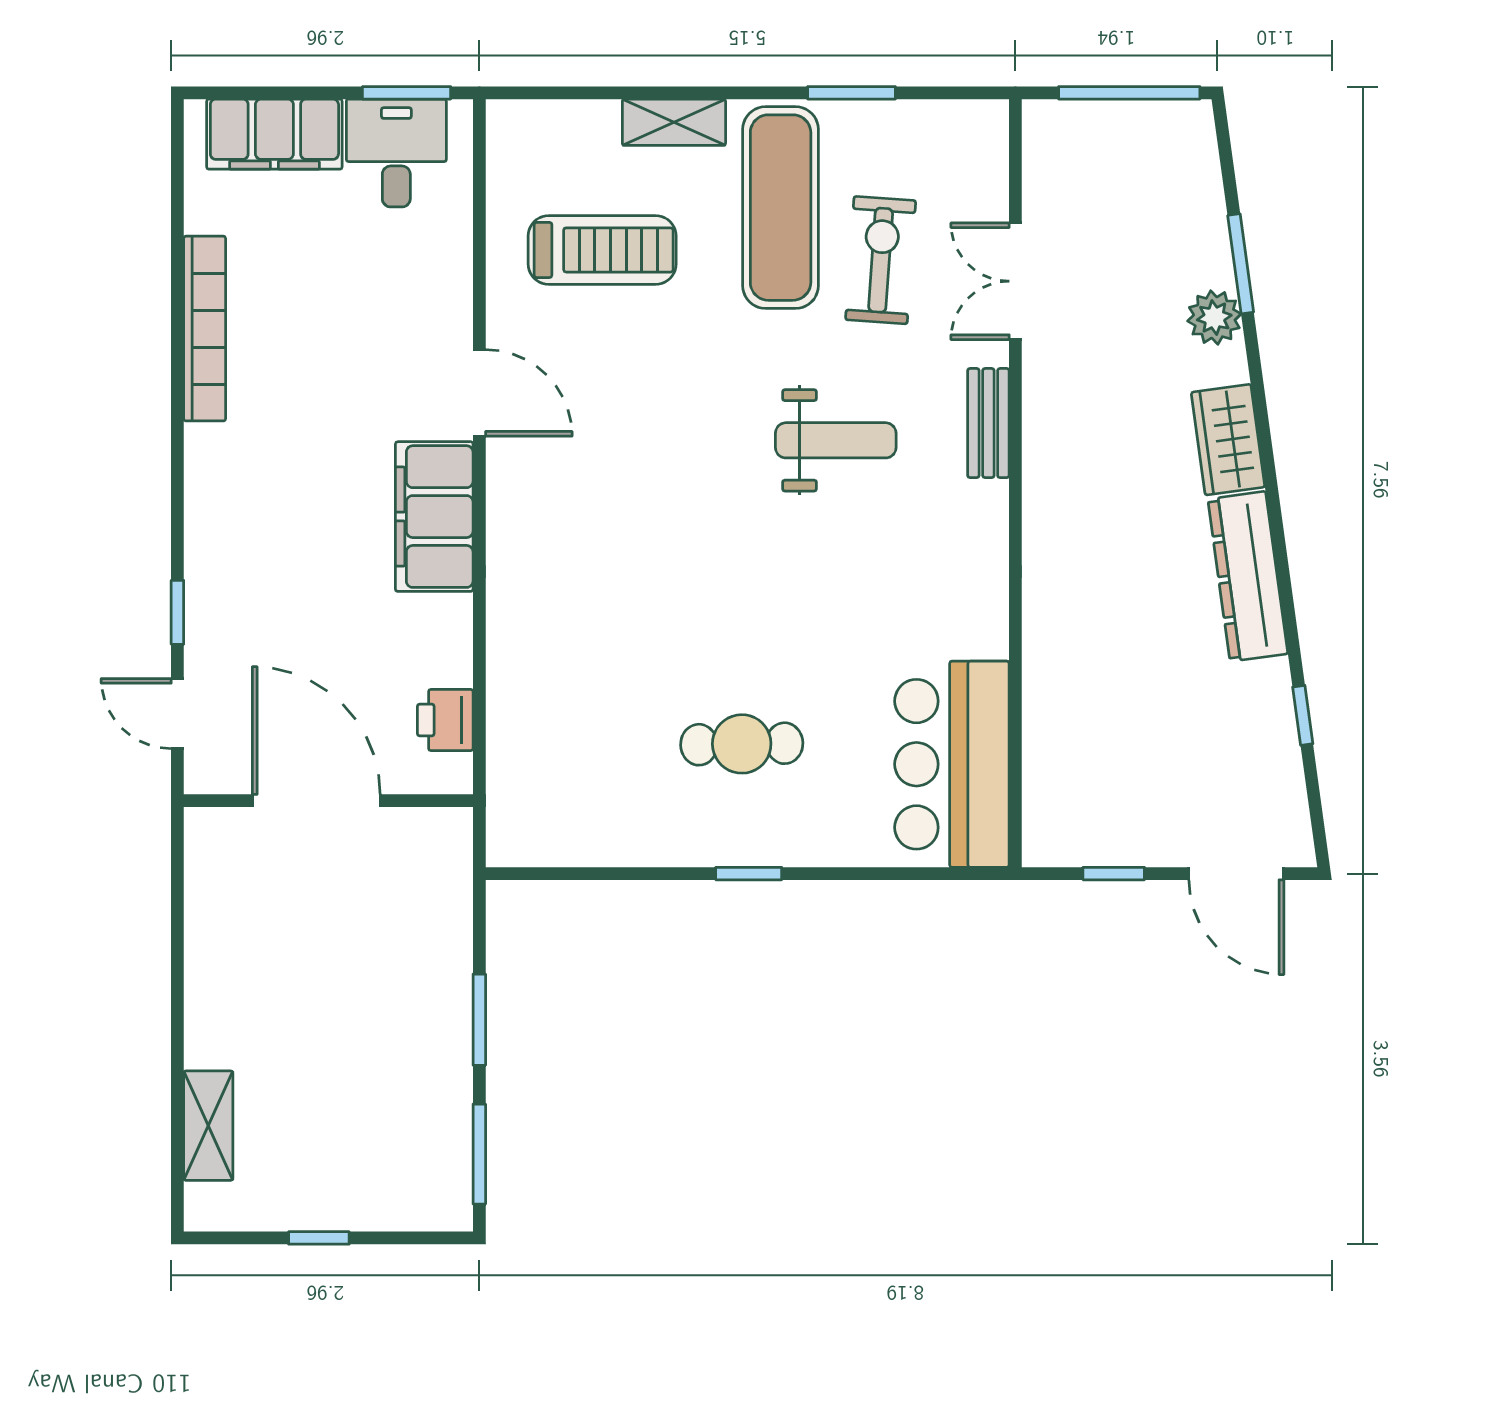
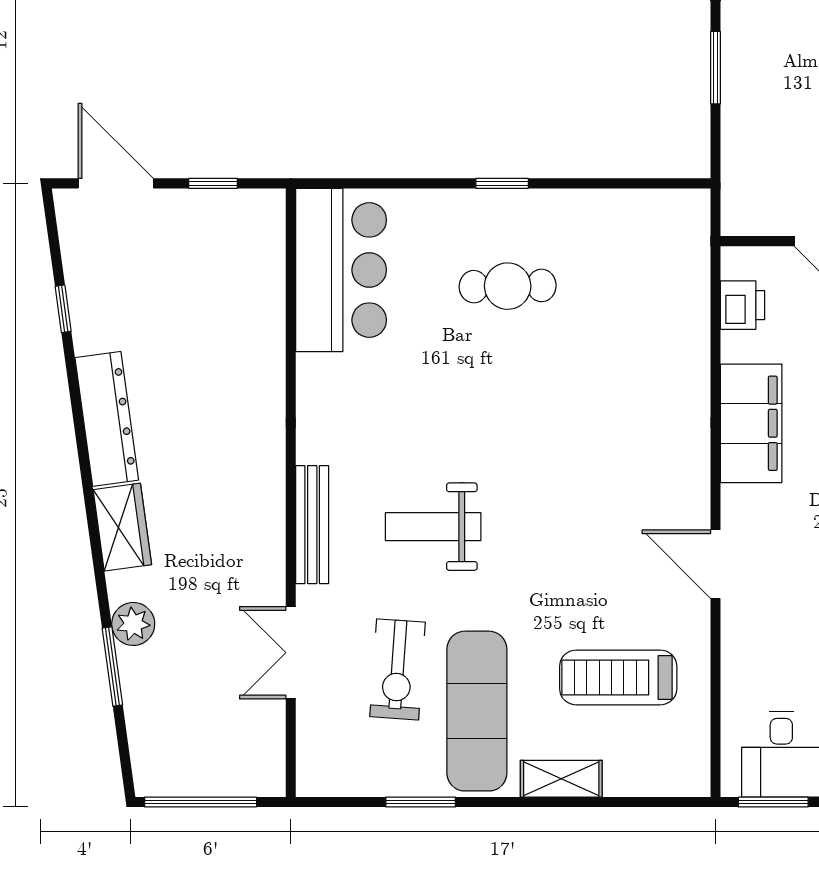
double door: (1015, 281) -> (291, 653), swing flipped
bench: (988, 423) -> (312, 525), width x1.36
filing cabinet: (434, 517) -> (751, 423), moved

